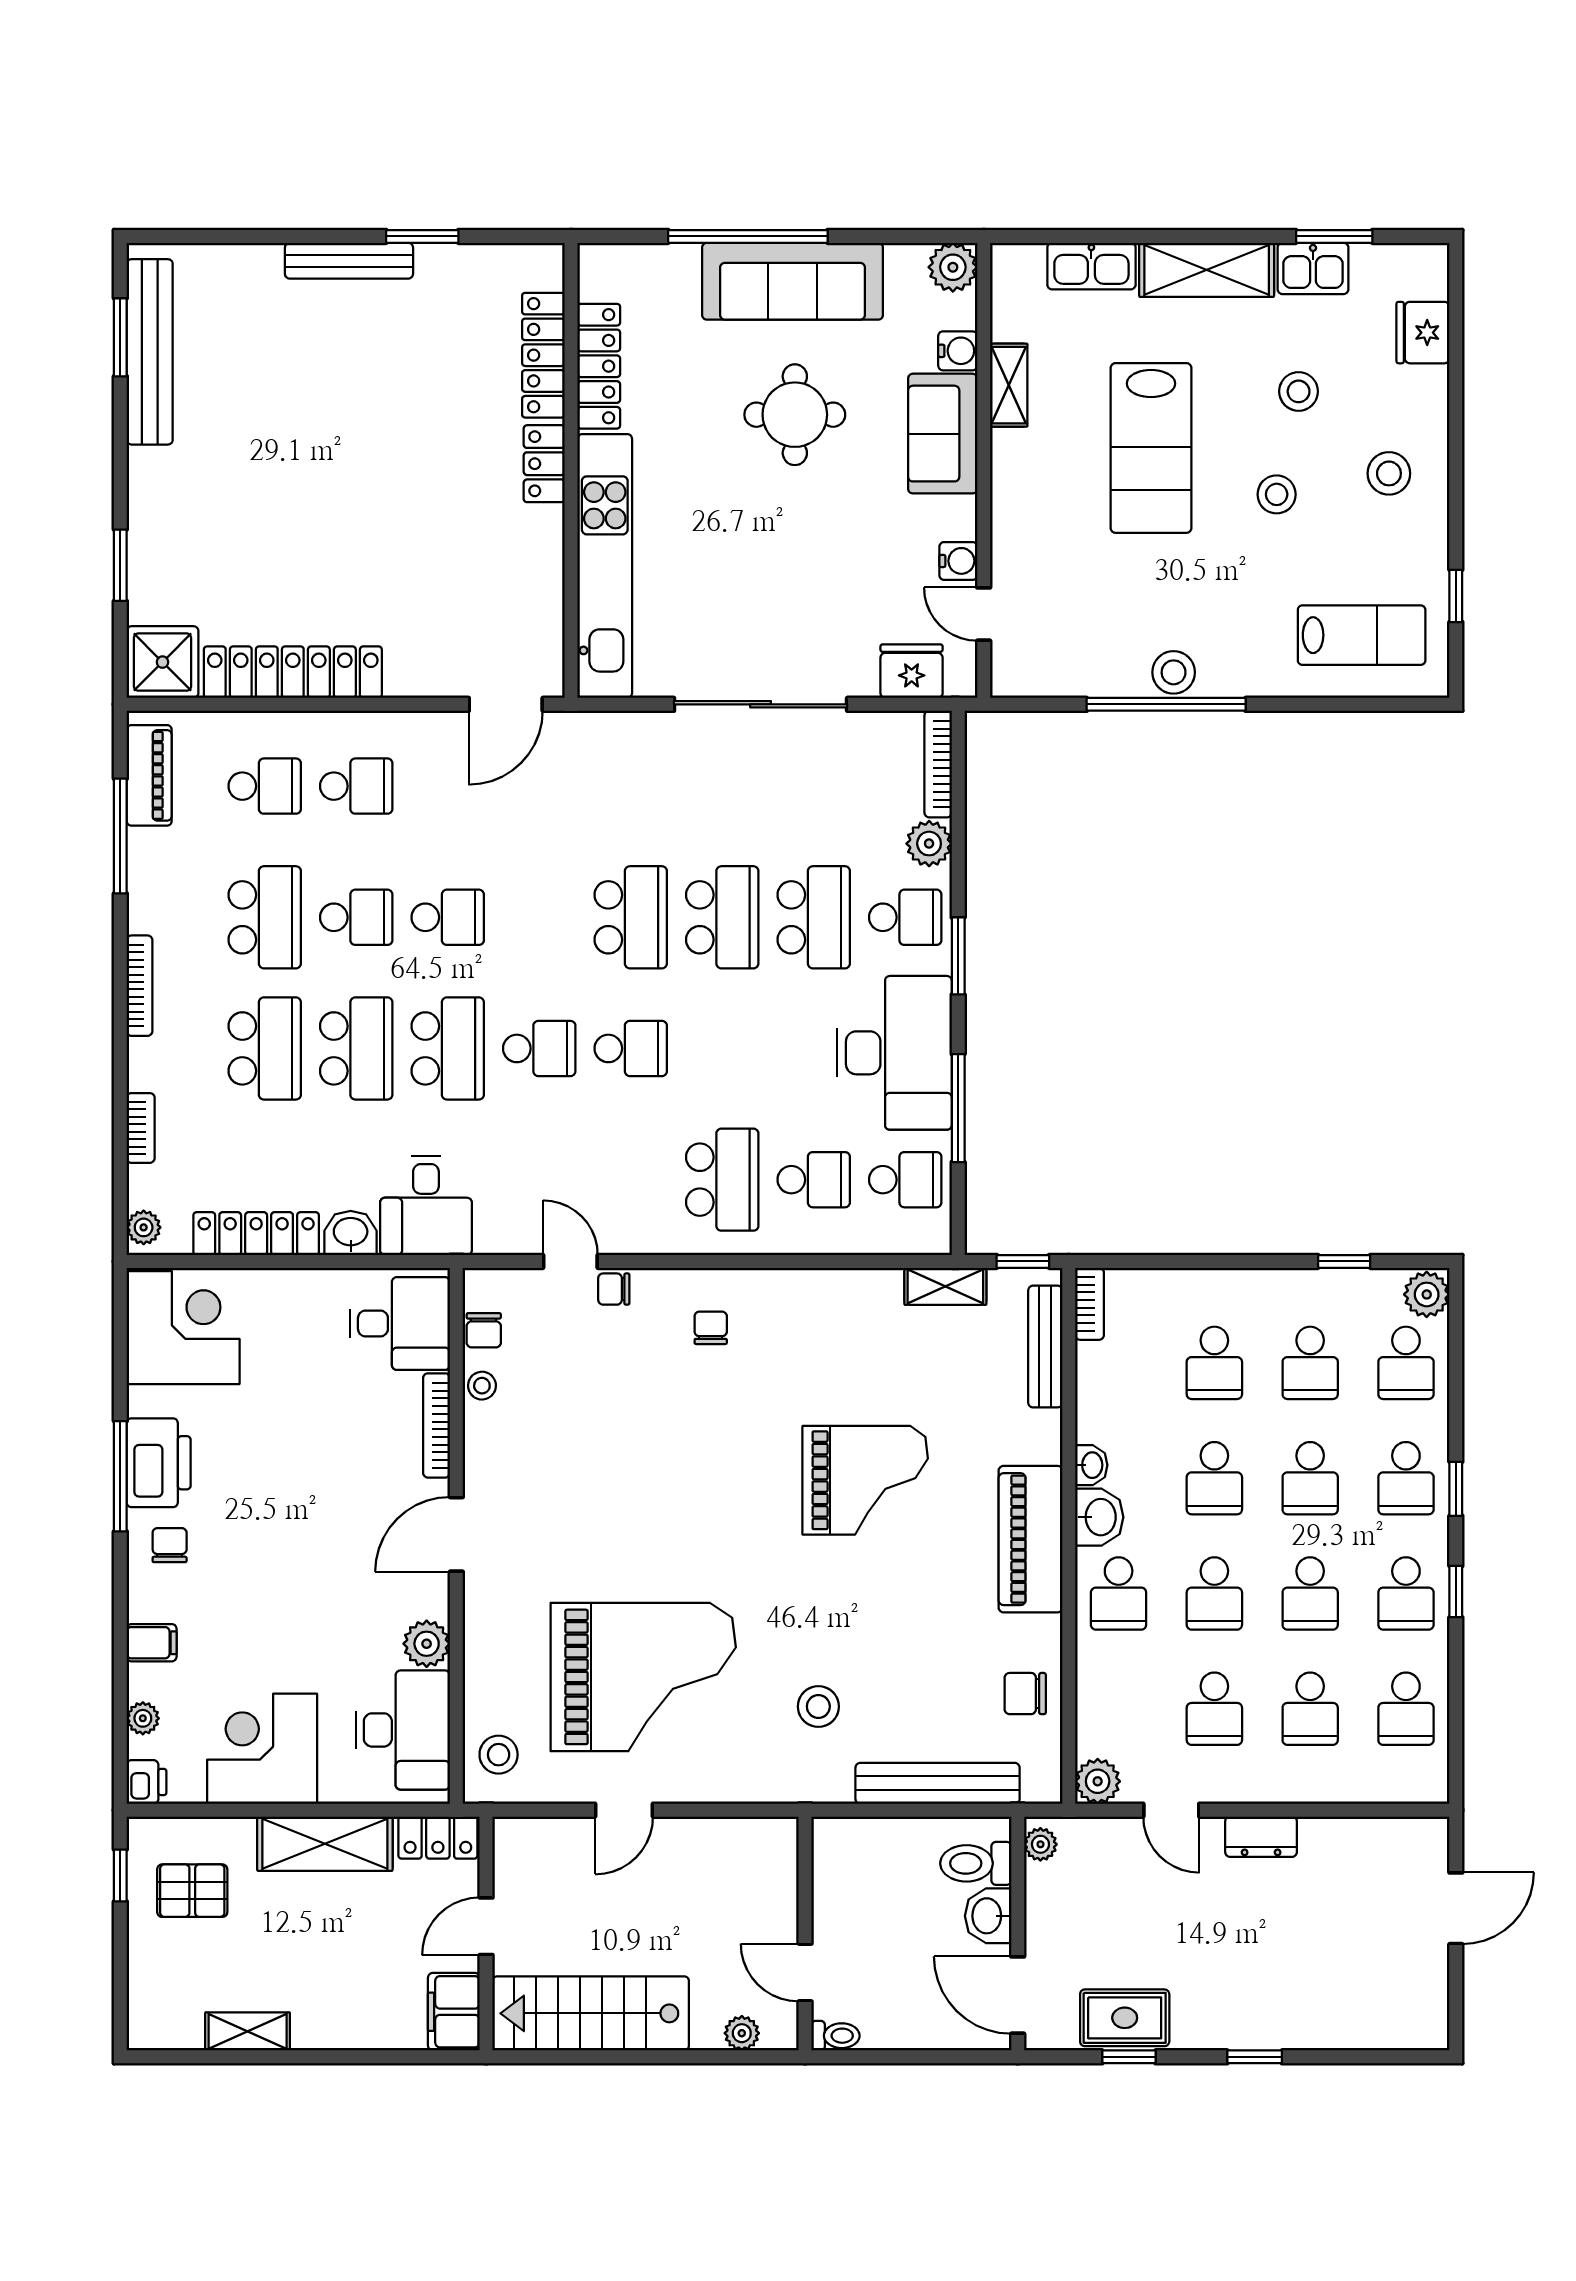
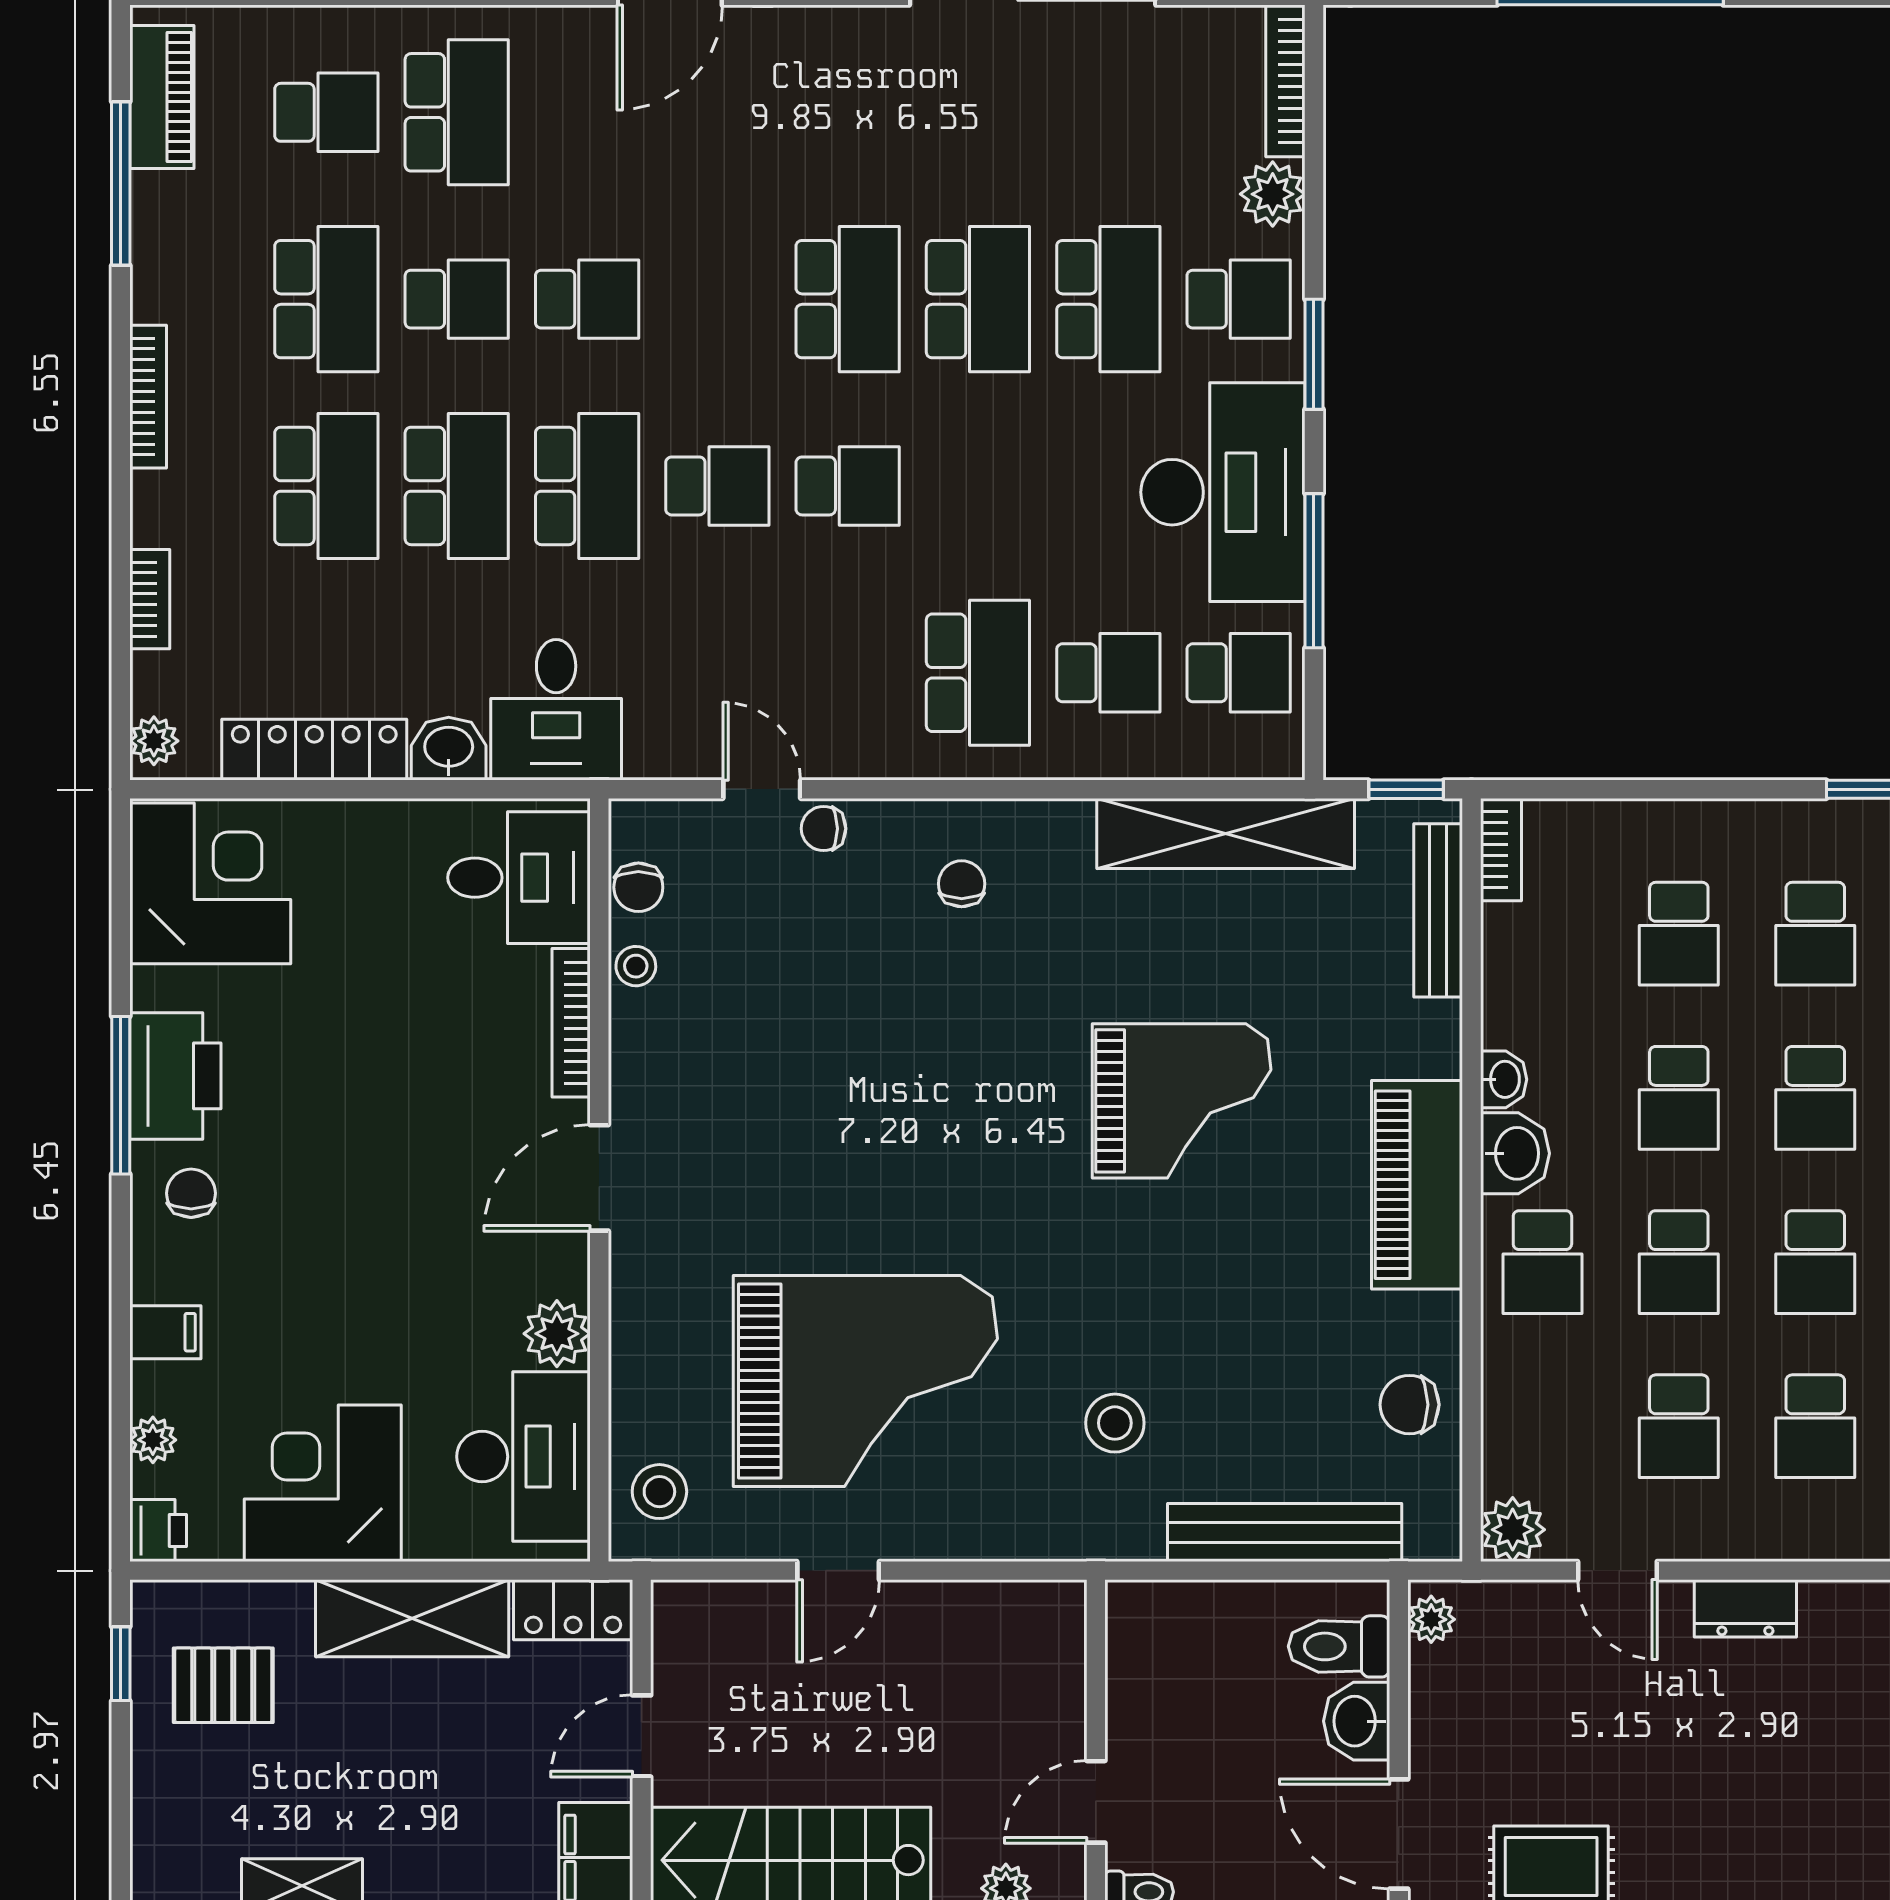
school desk: (356, 786) -> (457, 112), width x1.85
shelving: (945, 1286) -> (1226, 833), width x2.20, depth x1.33
door: (805, 1972) -> (1096, 1802), hinge flipped

